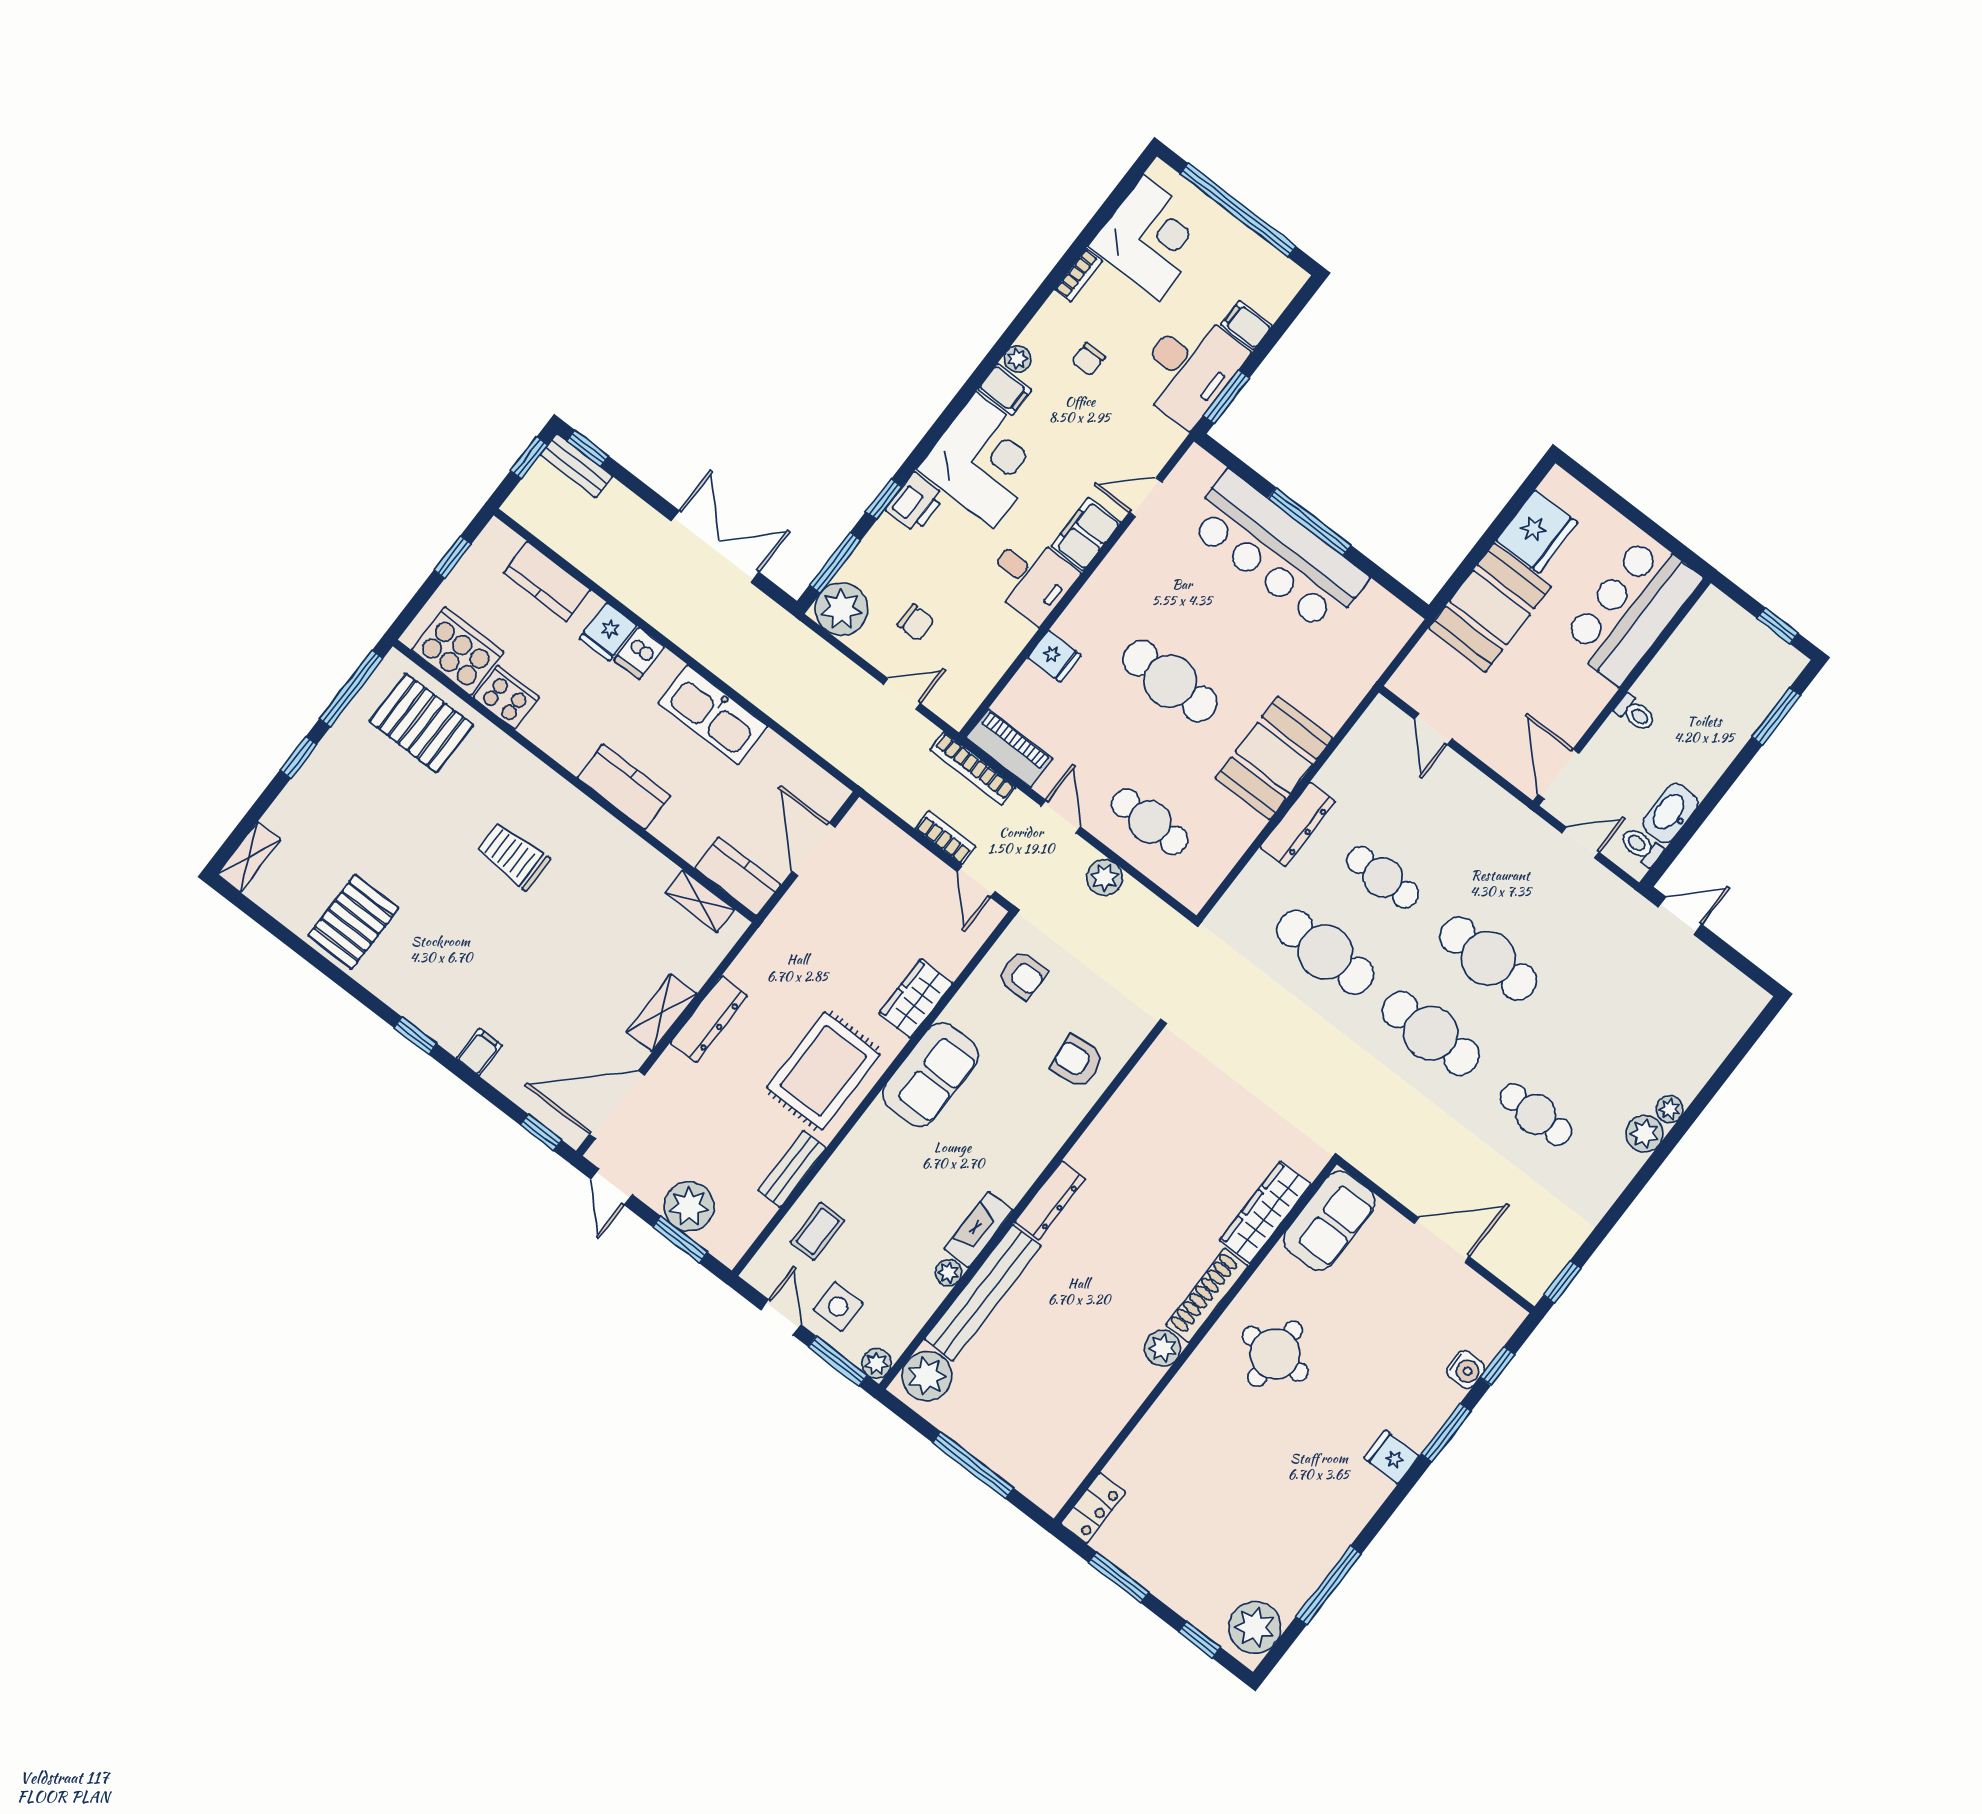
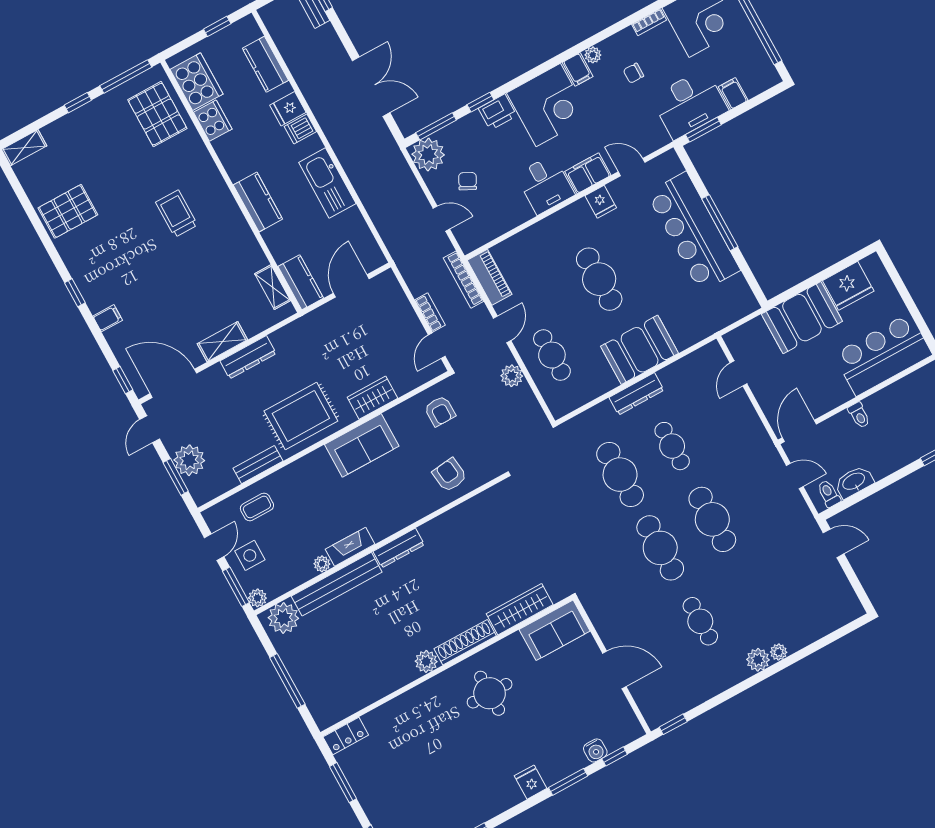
chair: (916, 623) -> (468, 181), turned -153
fridge: (1054, 656) -> (601, 202), moved

